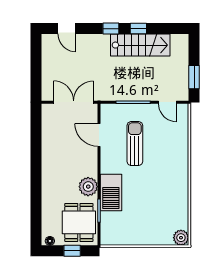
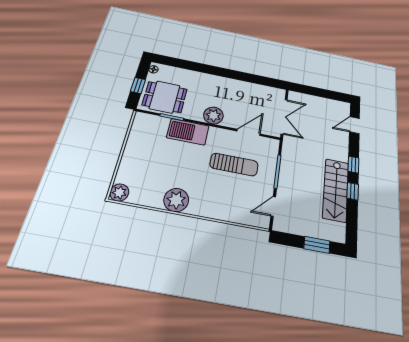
window: (194, 77) -> (317, 245), moved
plant: (88, 187) -> (213, 115), moved
plant: (178, 188) -> (176, 200), added

